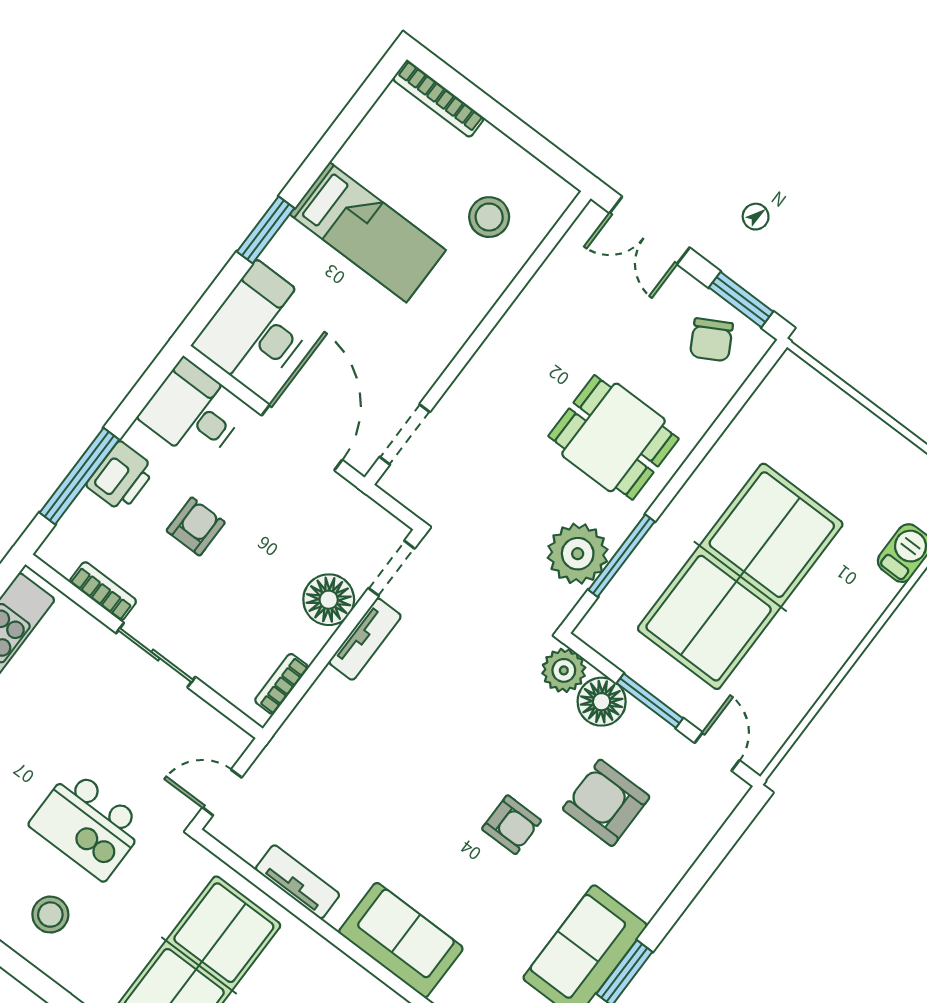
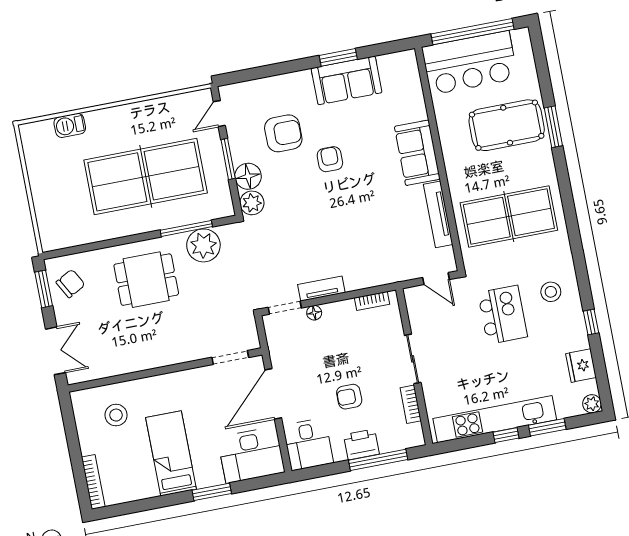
dining table: (613, 437) -> (146, 280), turned 90
floor lamp: (329, 600) -> (314, 313), width x0.53, depth x0.53
armchair: (606, 803) -> (283, 133), turned -90
tv unit: (298, 882) -> (438, 214), width x1.41

